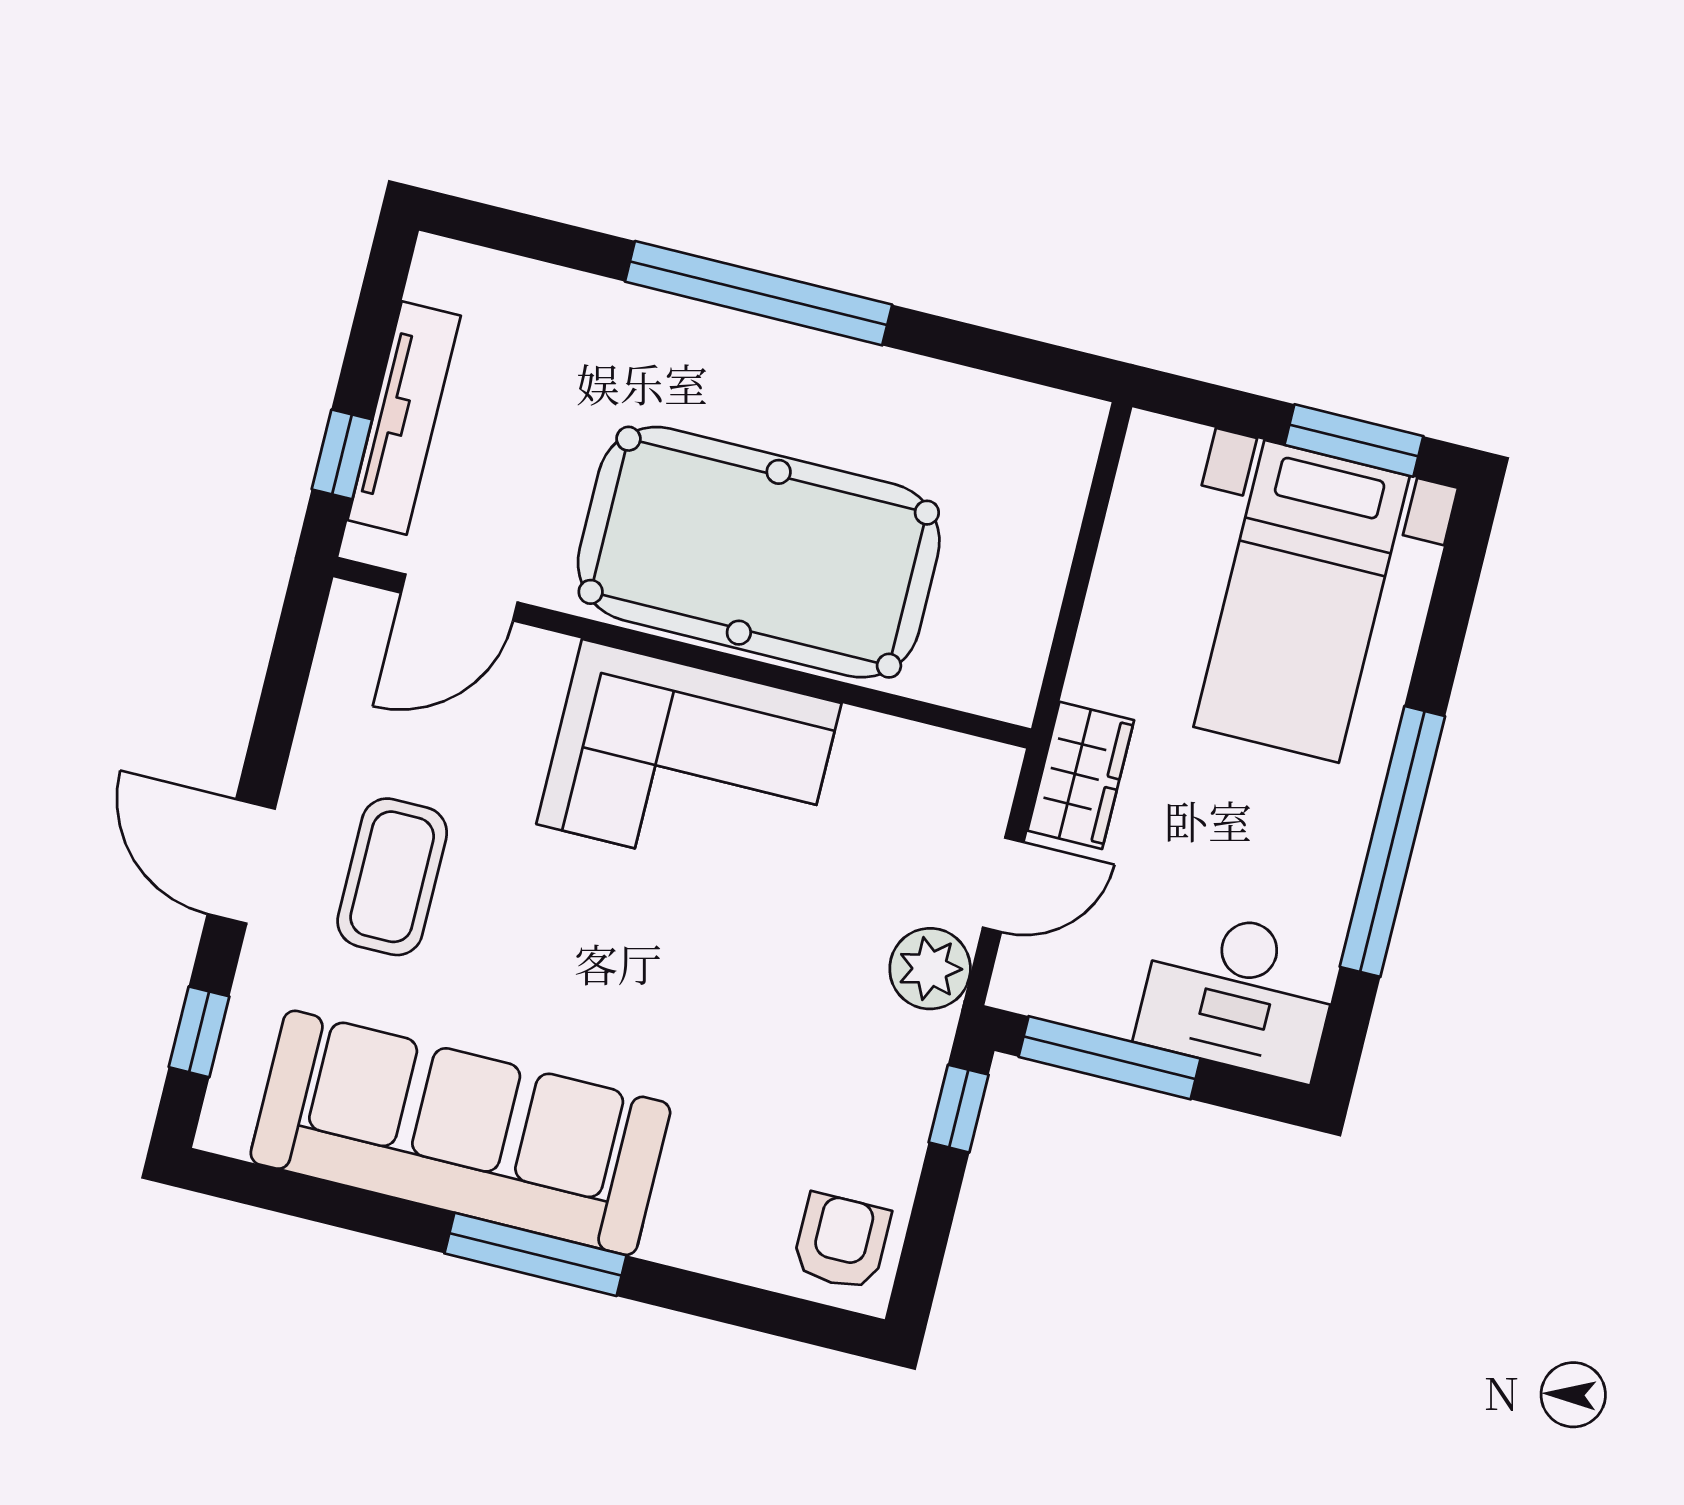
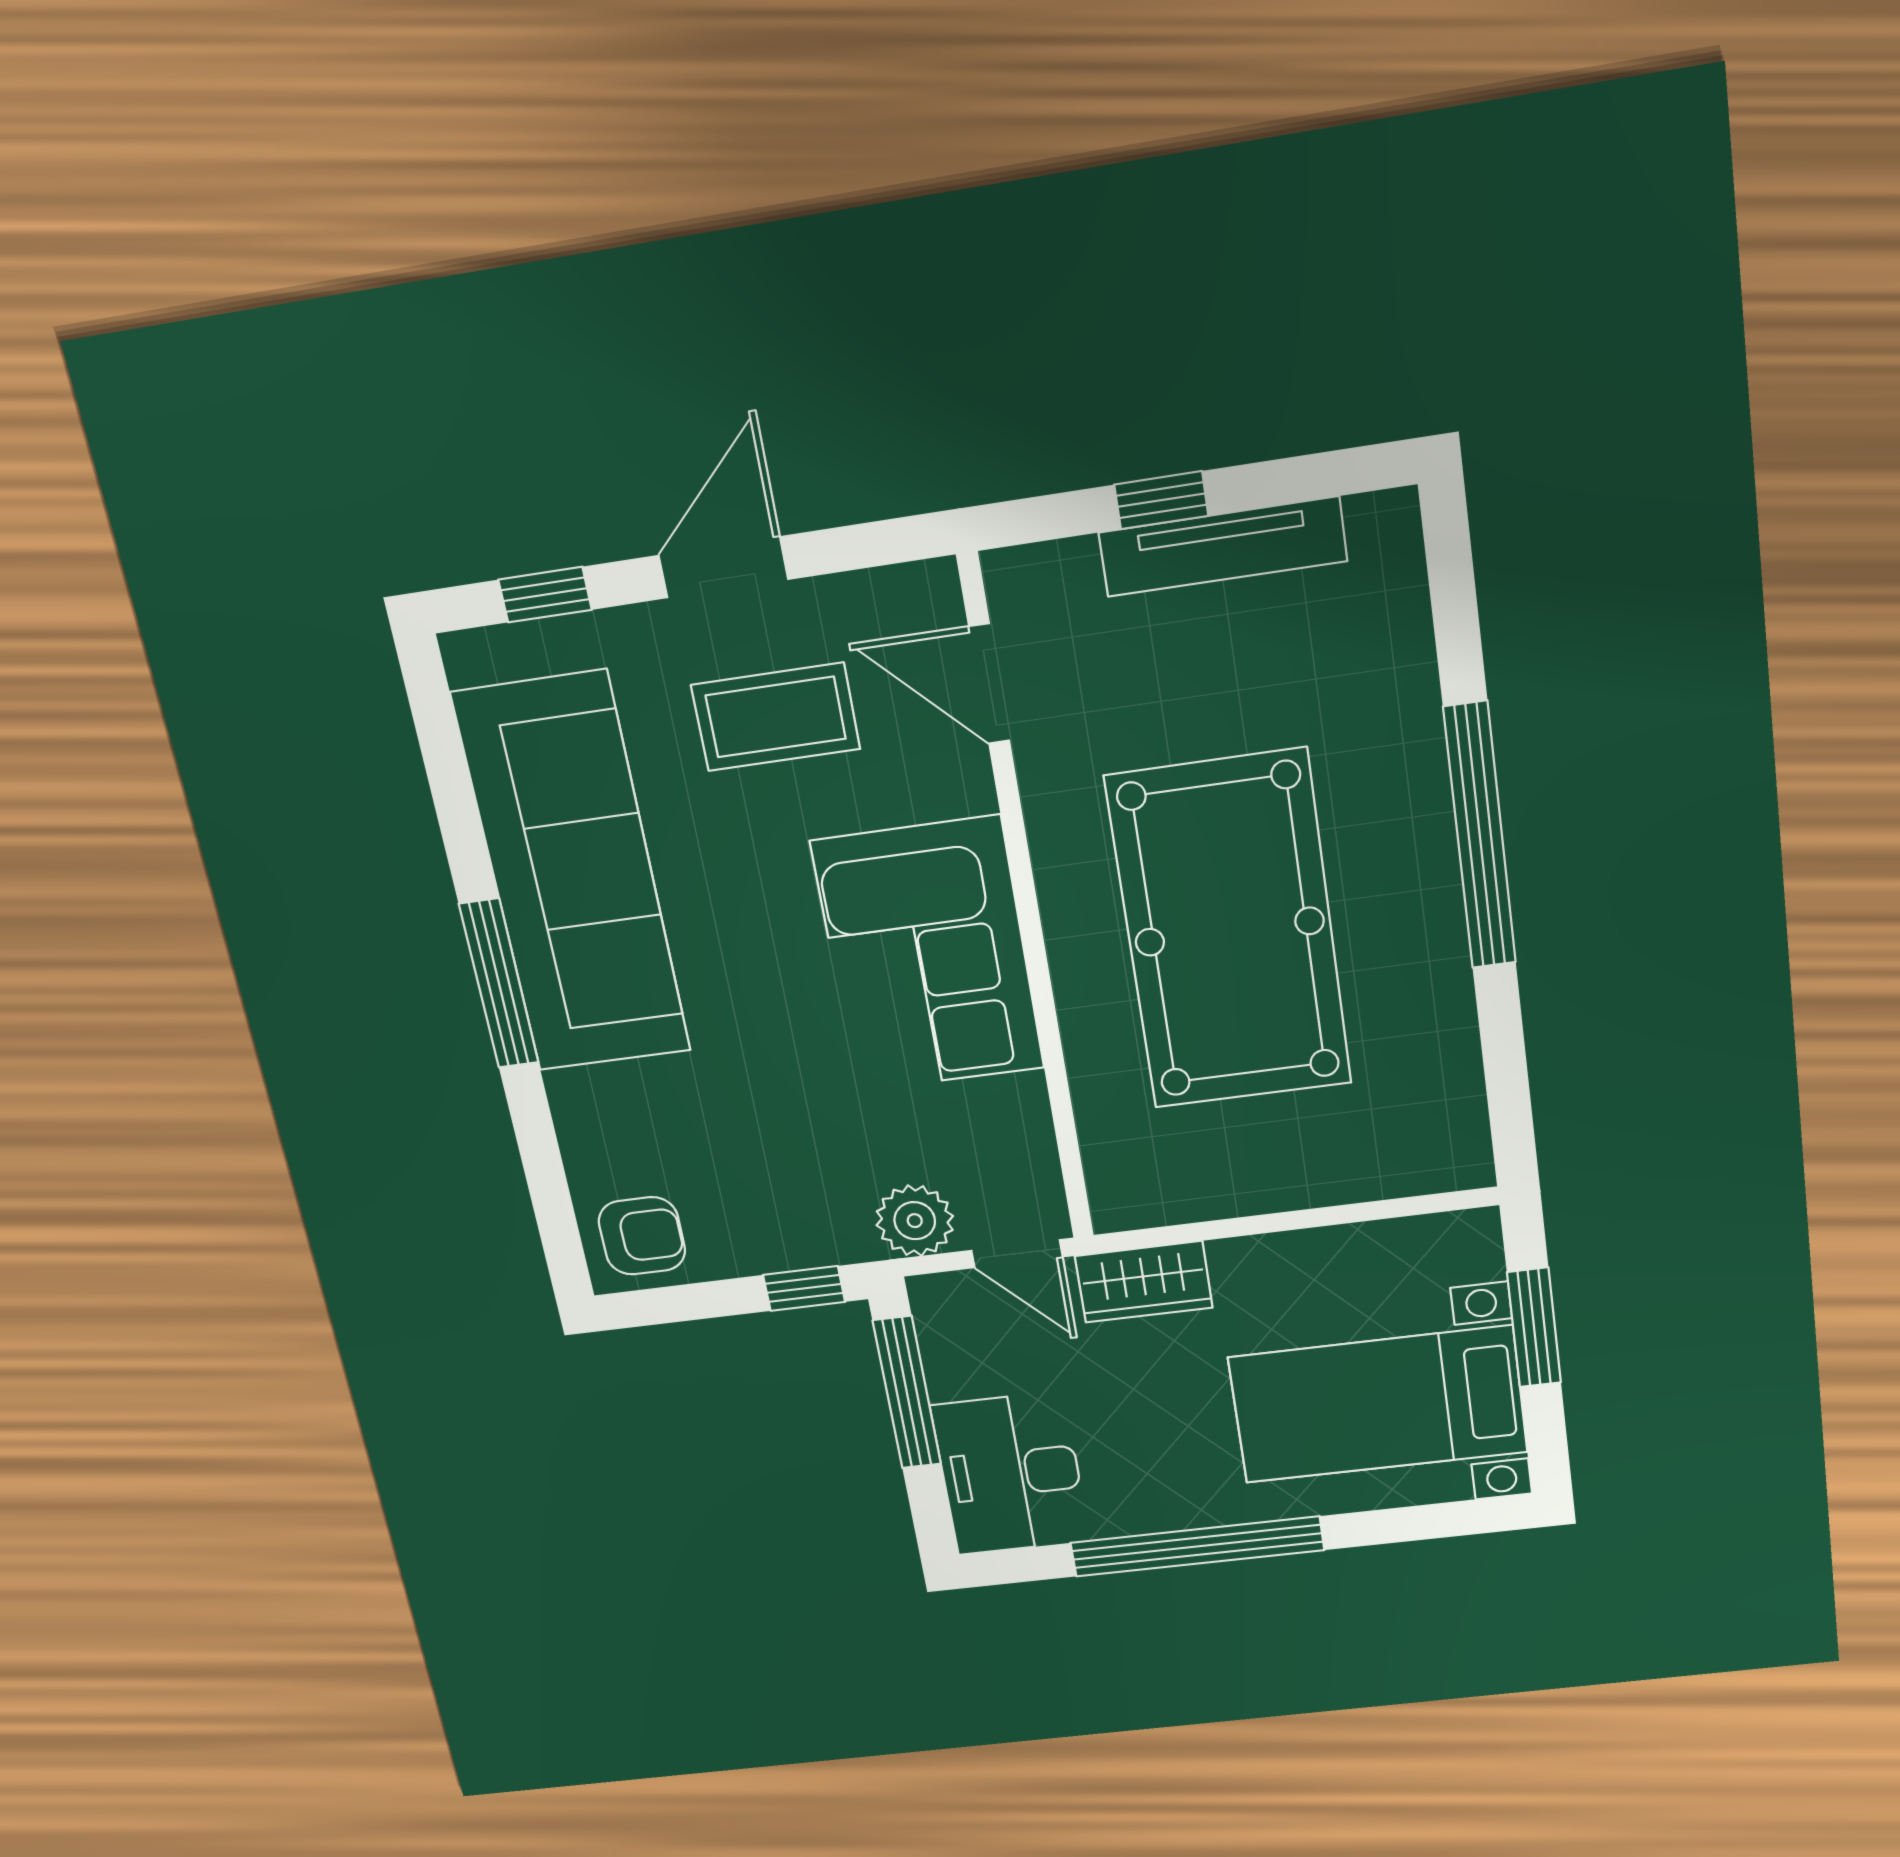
window: (1354, 441) -> (1534, 1328), moved
door: (459, 598) -> (989, 684), moved
wall: (682, 653) -> (1028, 910), moved
corner sofa: (689, 764) -> (928, 955), moved

